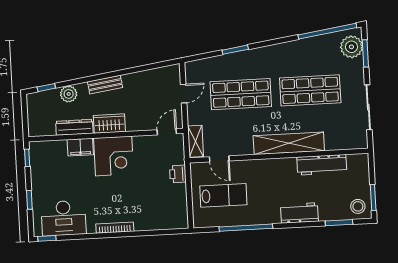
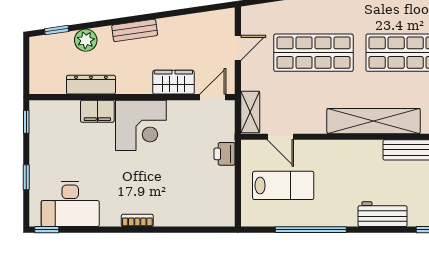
wardrobe: (109, 124) -> (173, 82), moved
bookcase: (115, 228) -> (137, 220), width x0.64

